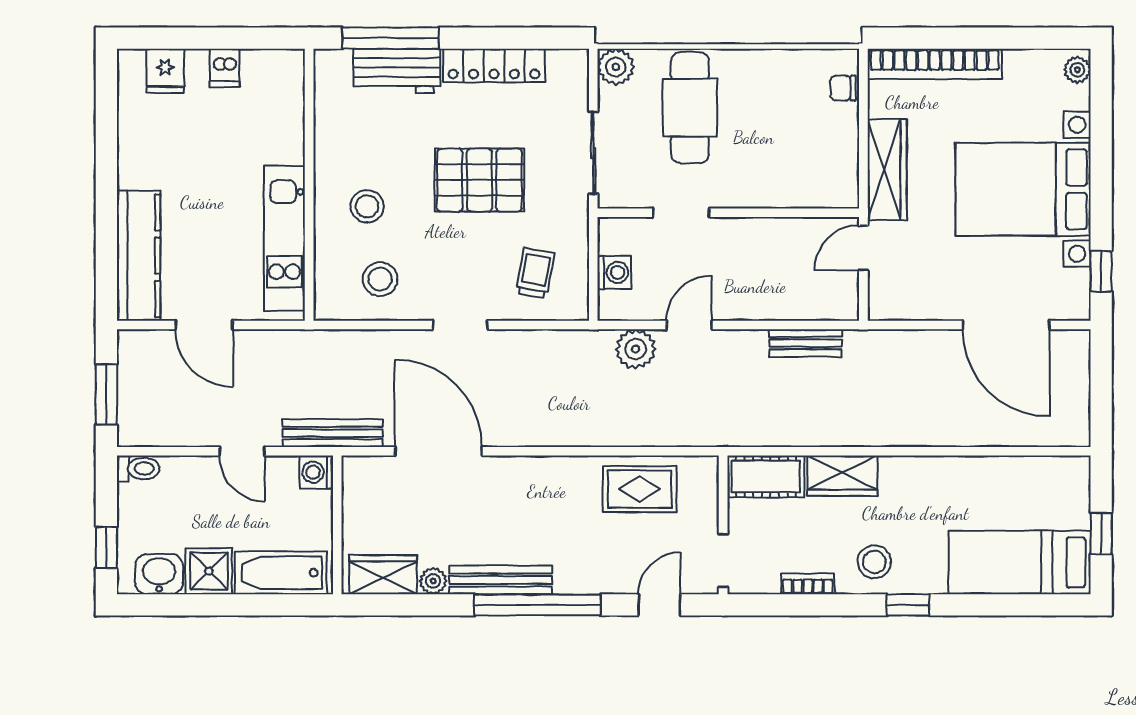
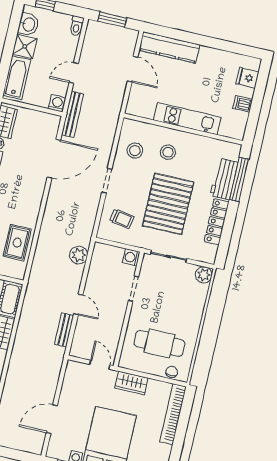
cafe table: (690, 108) -> (159, 343), moved
wardrobe: (887, 170) -> (132, 383), width x0.67
pallet: (479, 180) -> (168, 204), width x1.37, depth x1.41
kitchen unit: (284, 238) -> (187, 119), moved
washing machine: (614, 272) -> (131, 257), moved, turned 90
door: (204, 325) -> (133, 69), swing flipped
door: (689, 325) -> (78, 304), moved
door: (1006, 325) -> (52, 419), width x0.73

